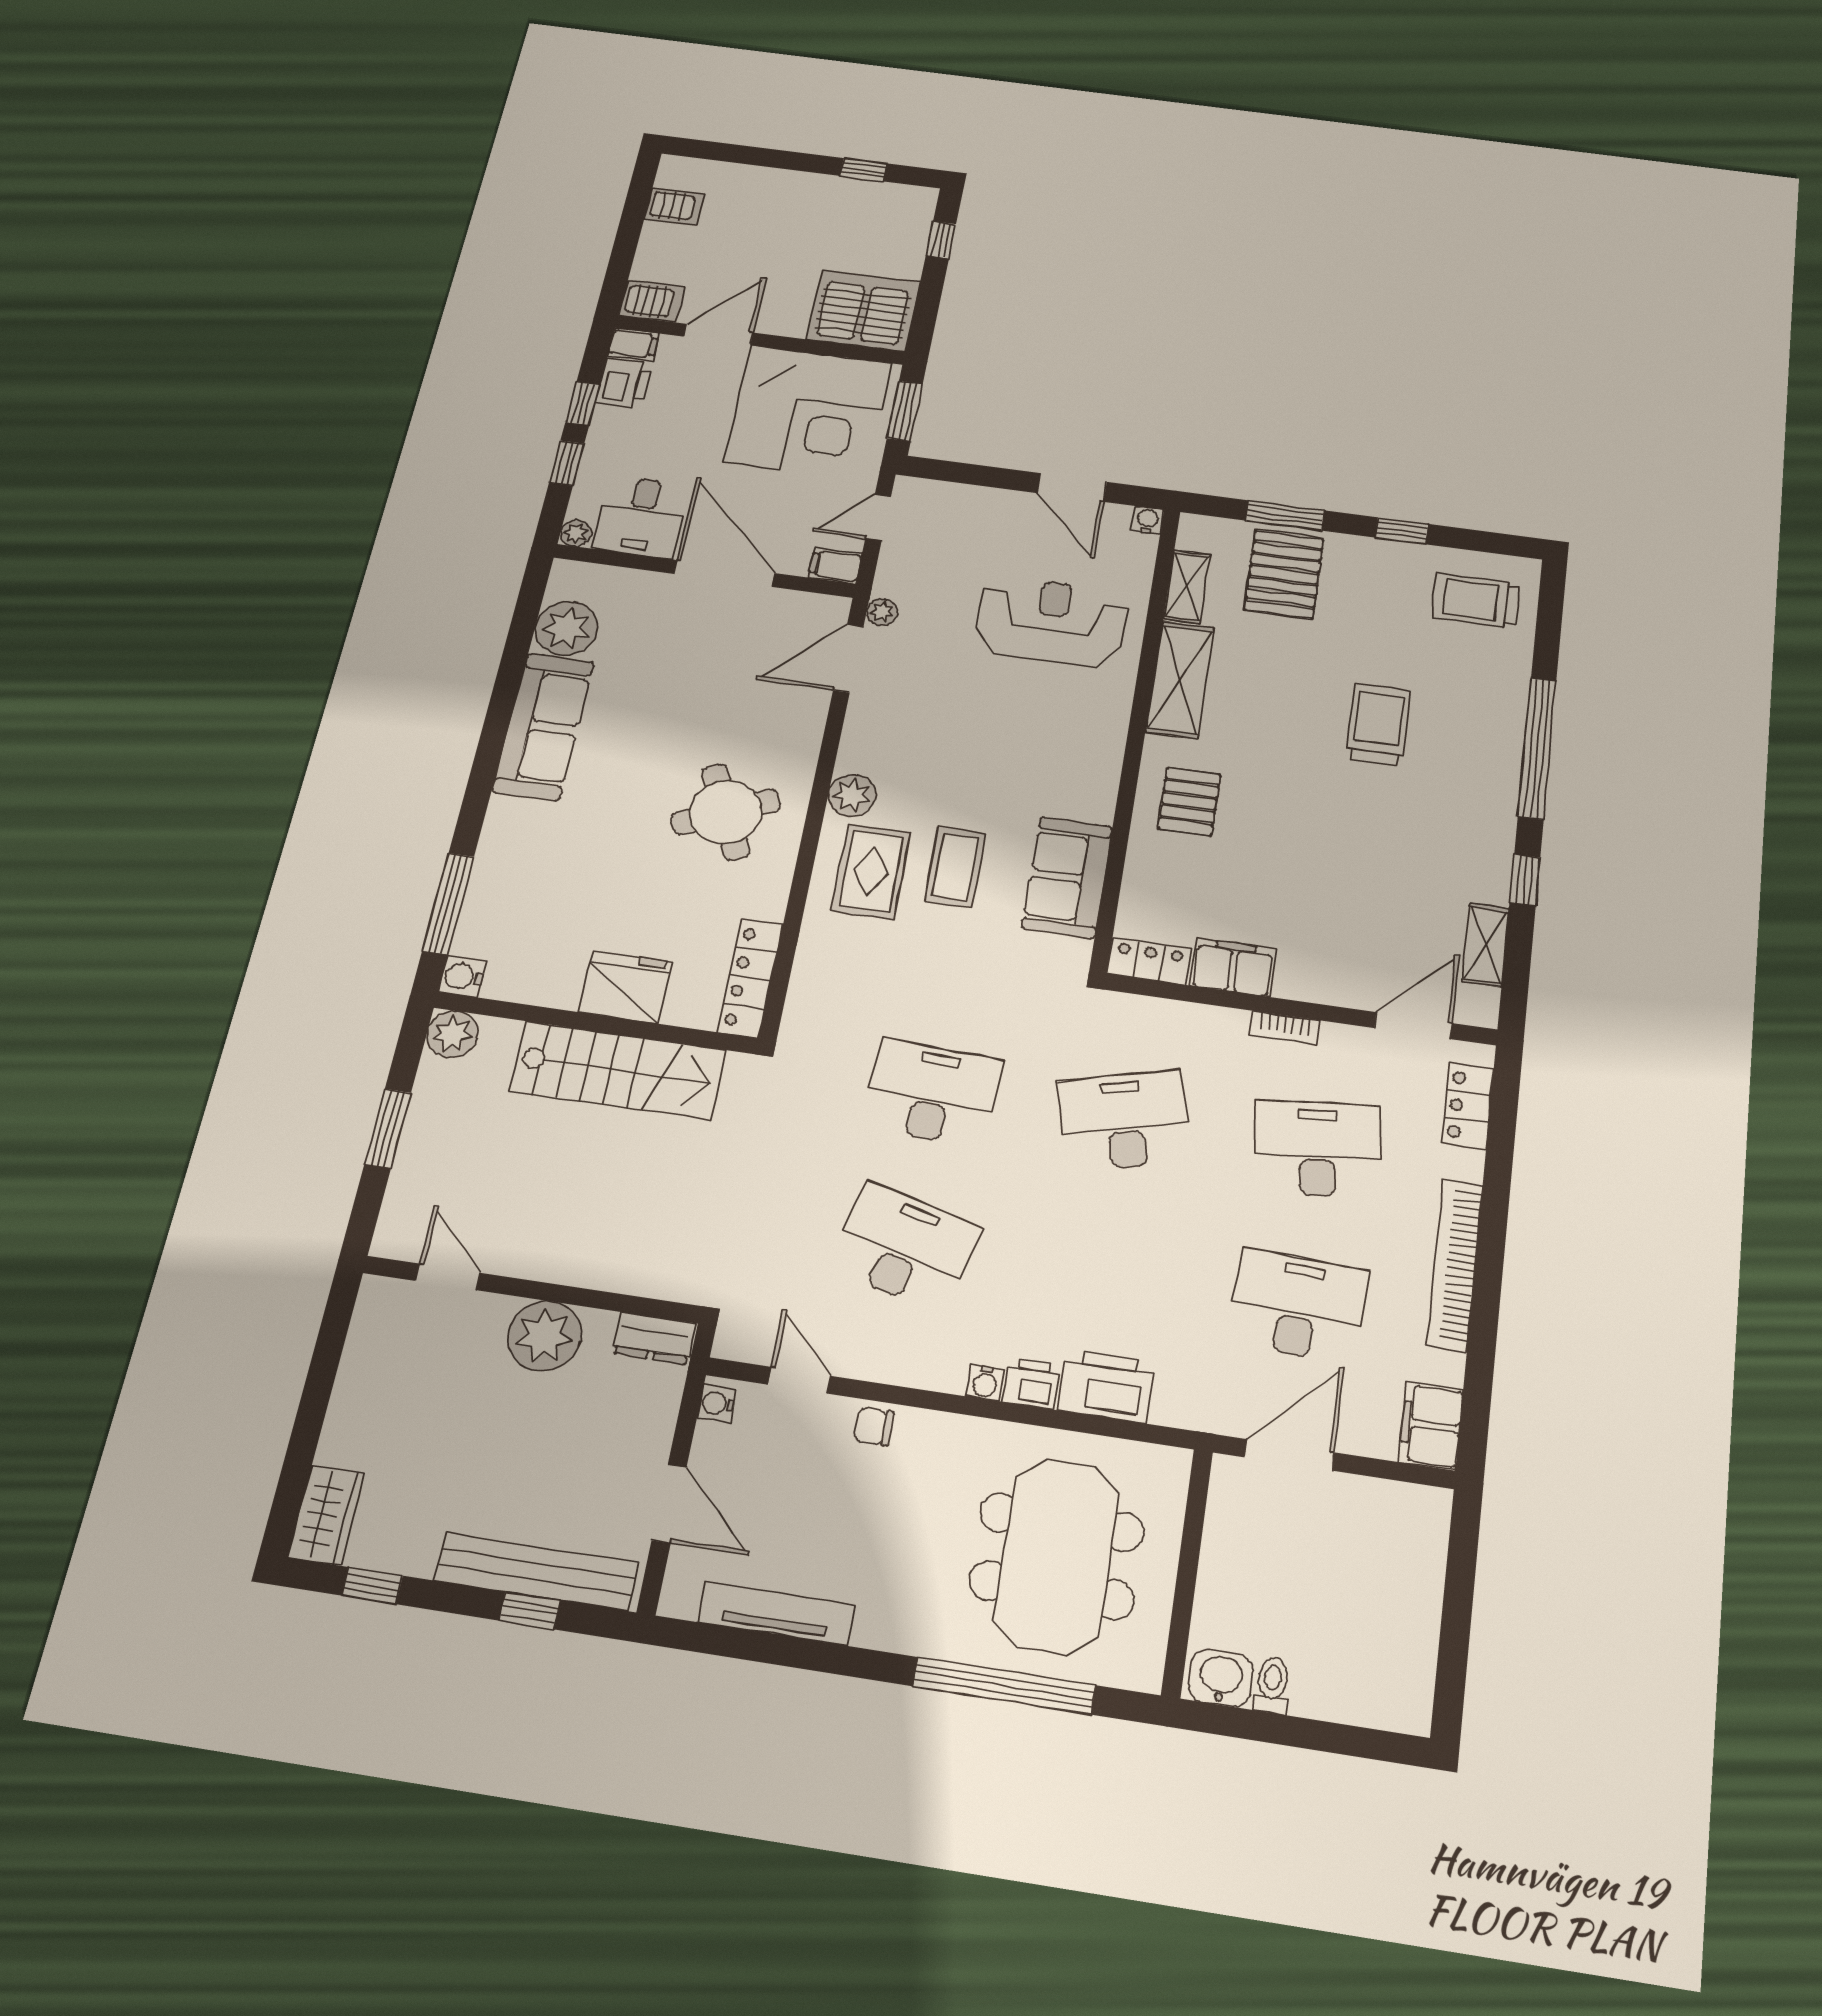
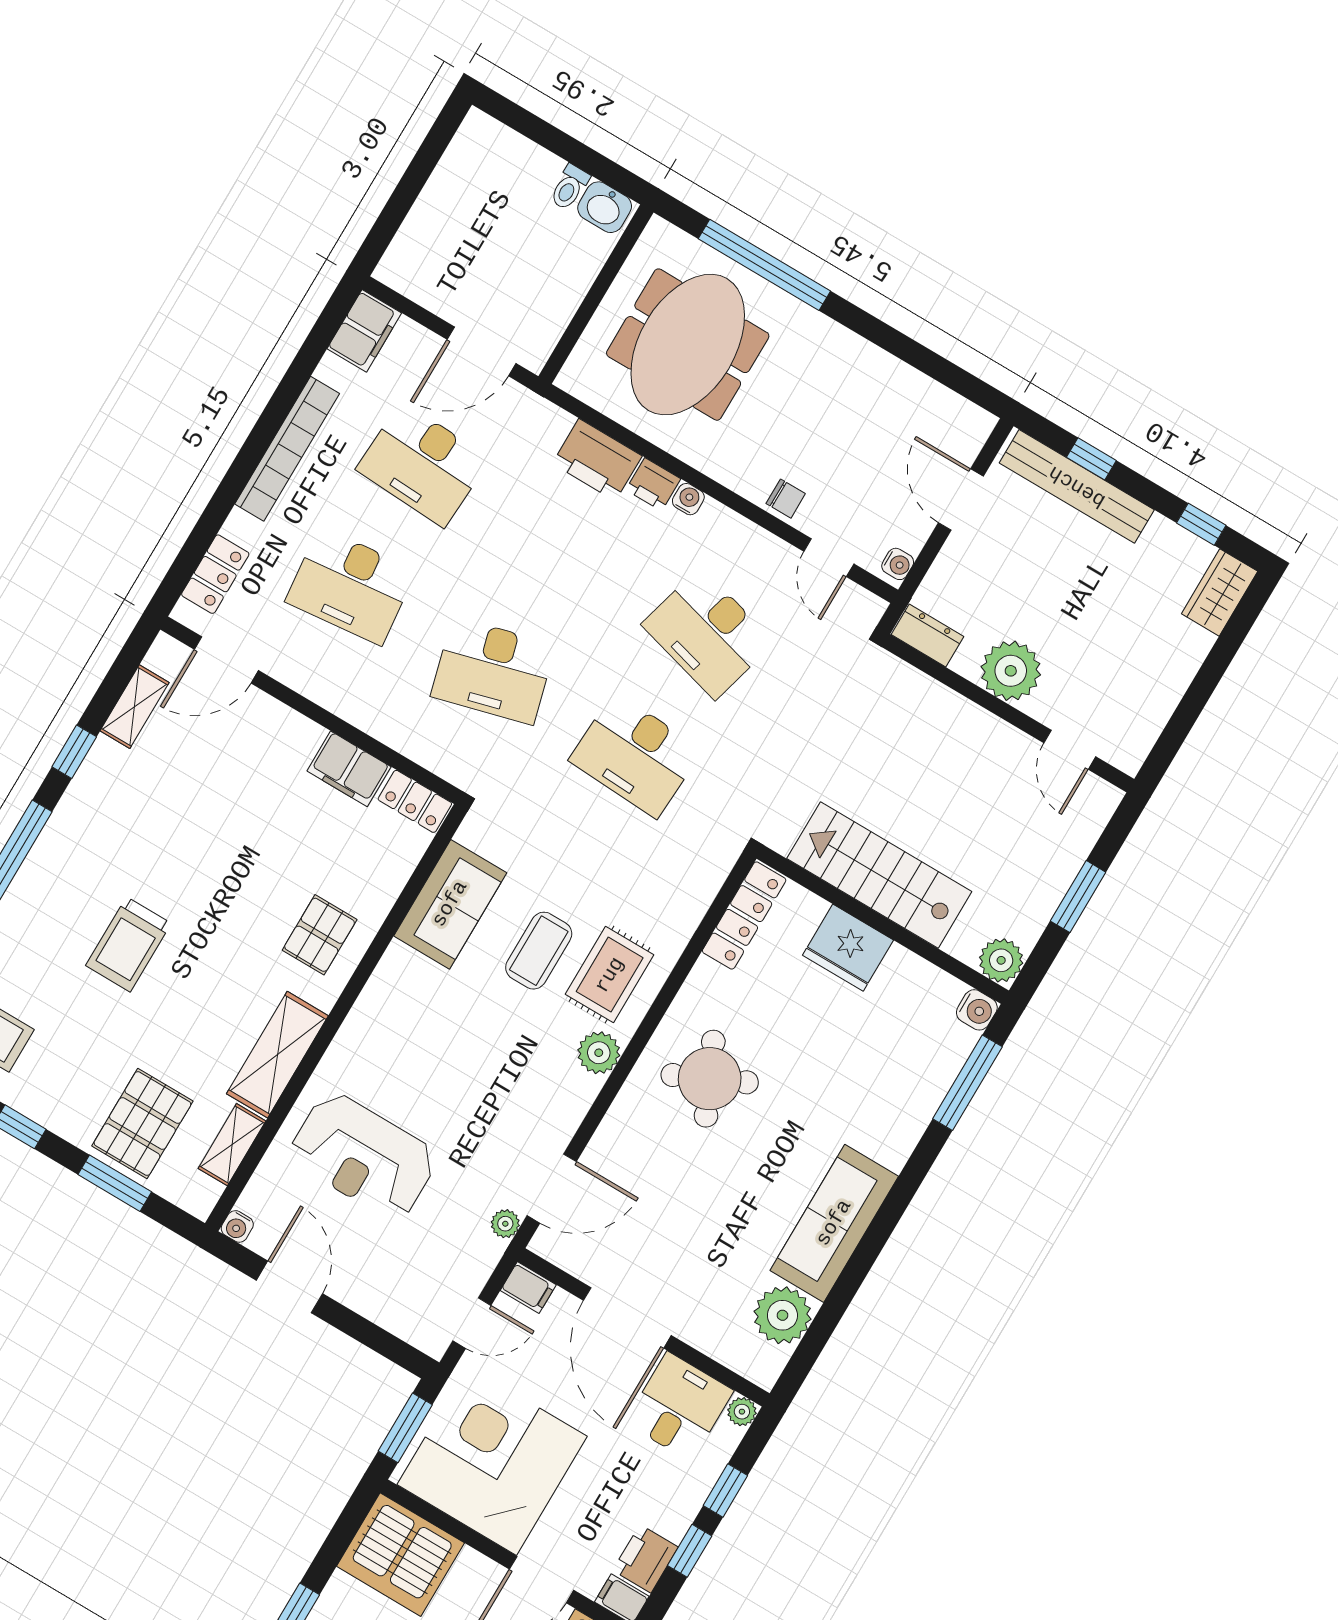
bookcase: (1285, 1028) -> (330, 699), removed
tv unit: (776, 1614) -> (911, 384), removed

